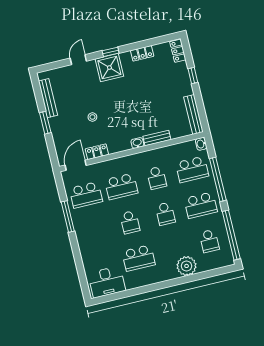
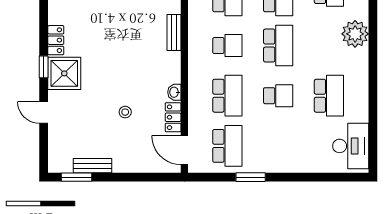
locker: (142, 53) -> (56, 40), moved
bench: (48, 98) -> (93, 166), width x0.73
window: (45, 123) -> (77, 177), moved
washbasin: (137, 143) -> (174, 92), moved
school desk: (165, 214) -> (278, 46), width x1.85
window: (68, 216) -> (251, 177), width x0.69

